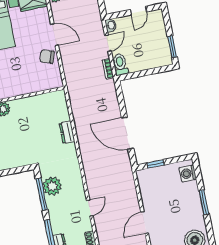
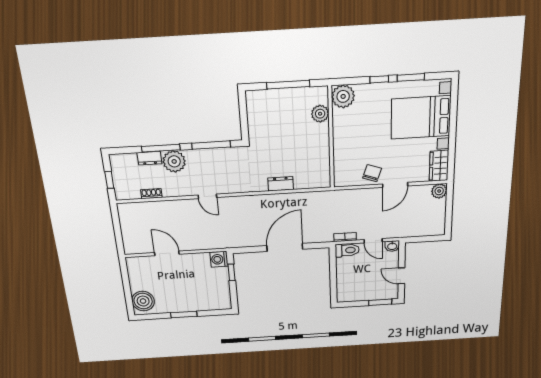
window: (172, 47) -> (380, 302), moved
door: (128, 133) -> (285, 247), moved
washing machine: (188, 173) -> (219, 259), moved, turned -90
plant: (52, 186) -> (174, 161), moved
door: (90, 208) -> (207, 196), moved

